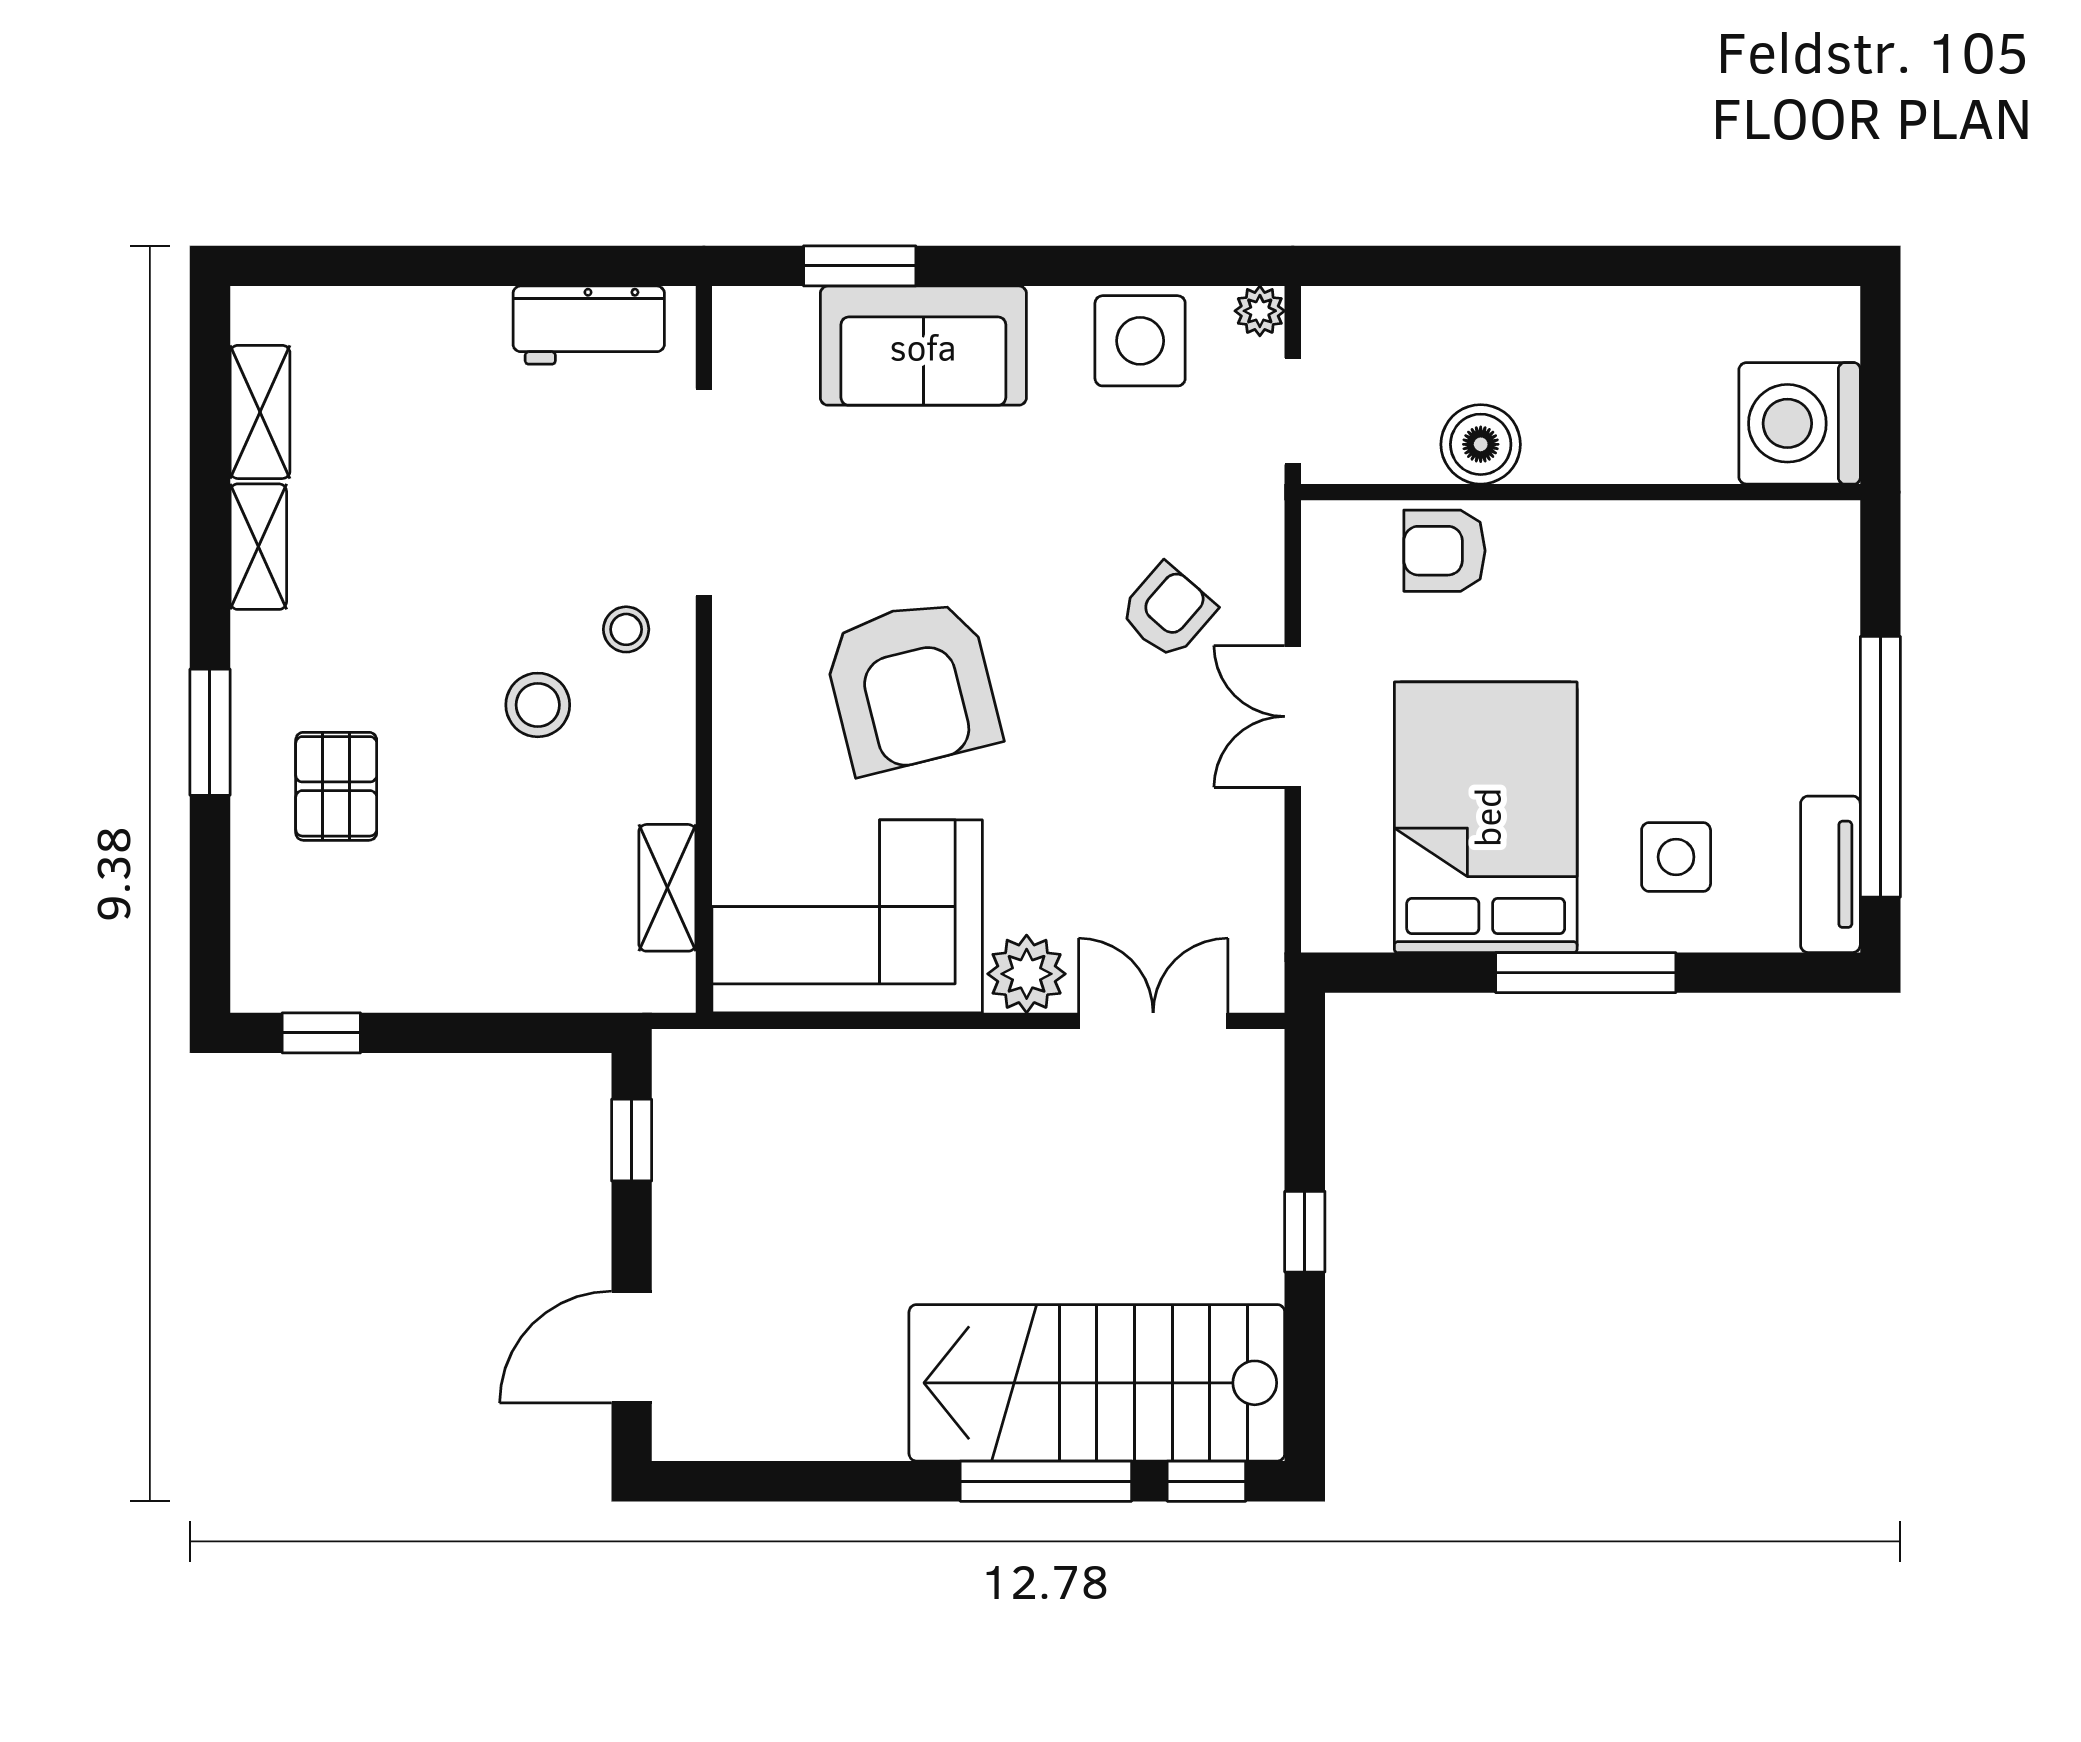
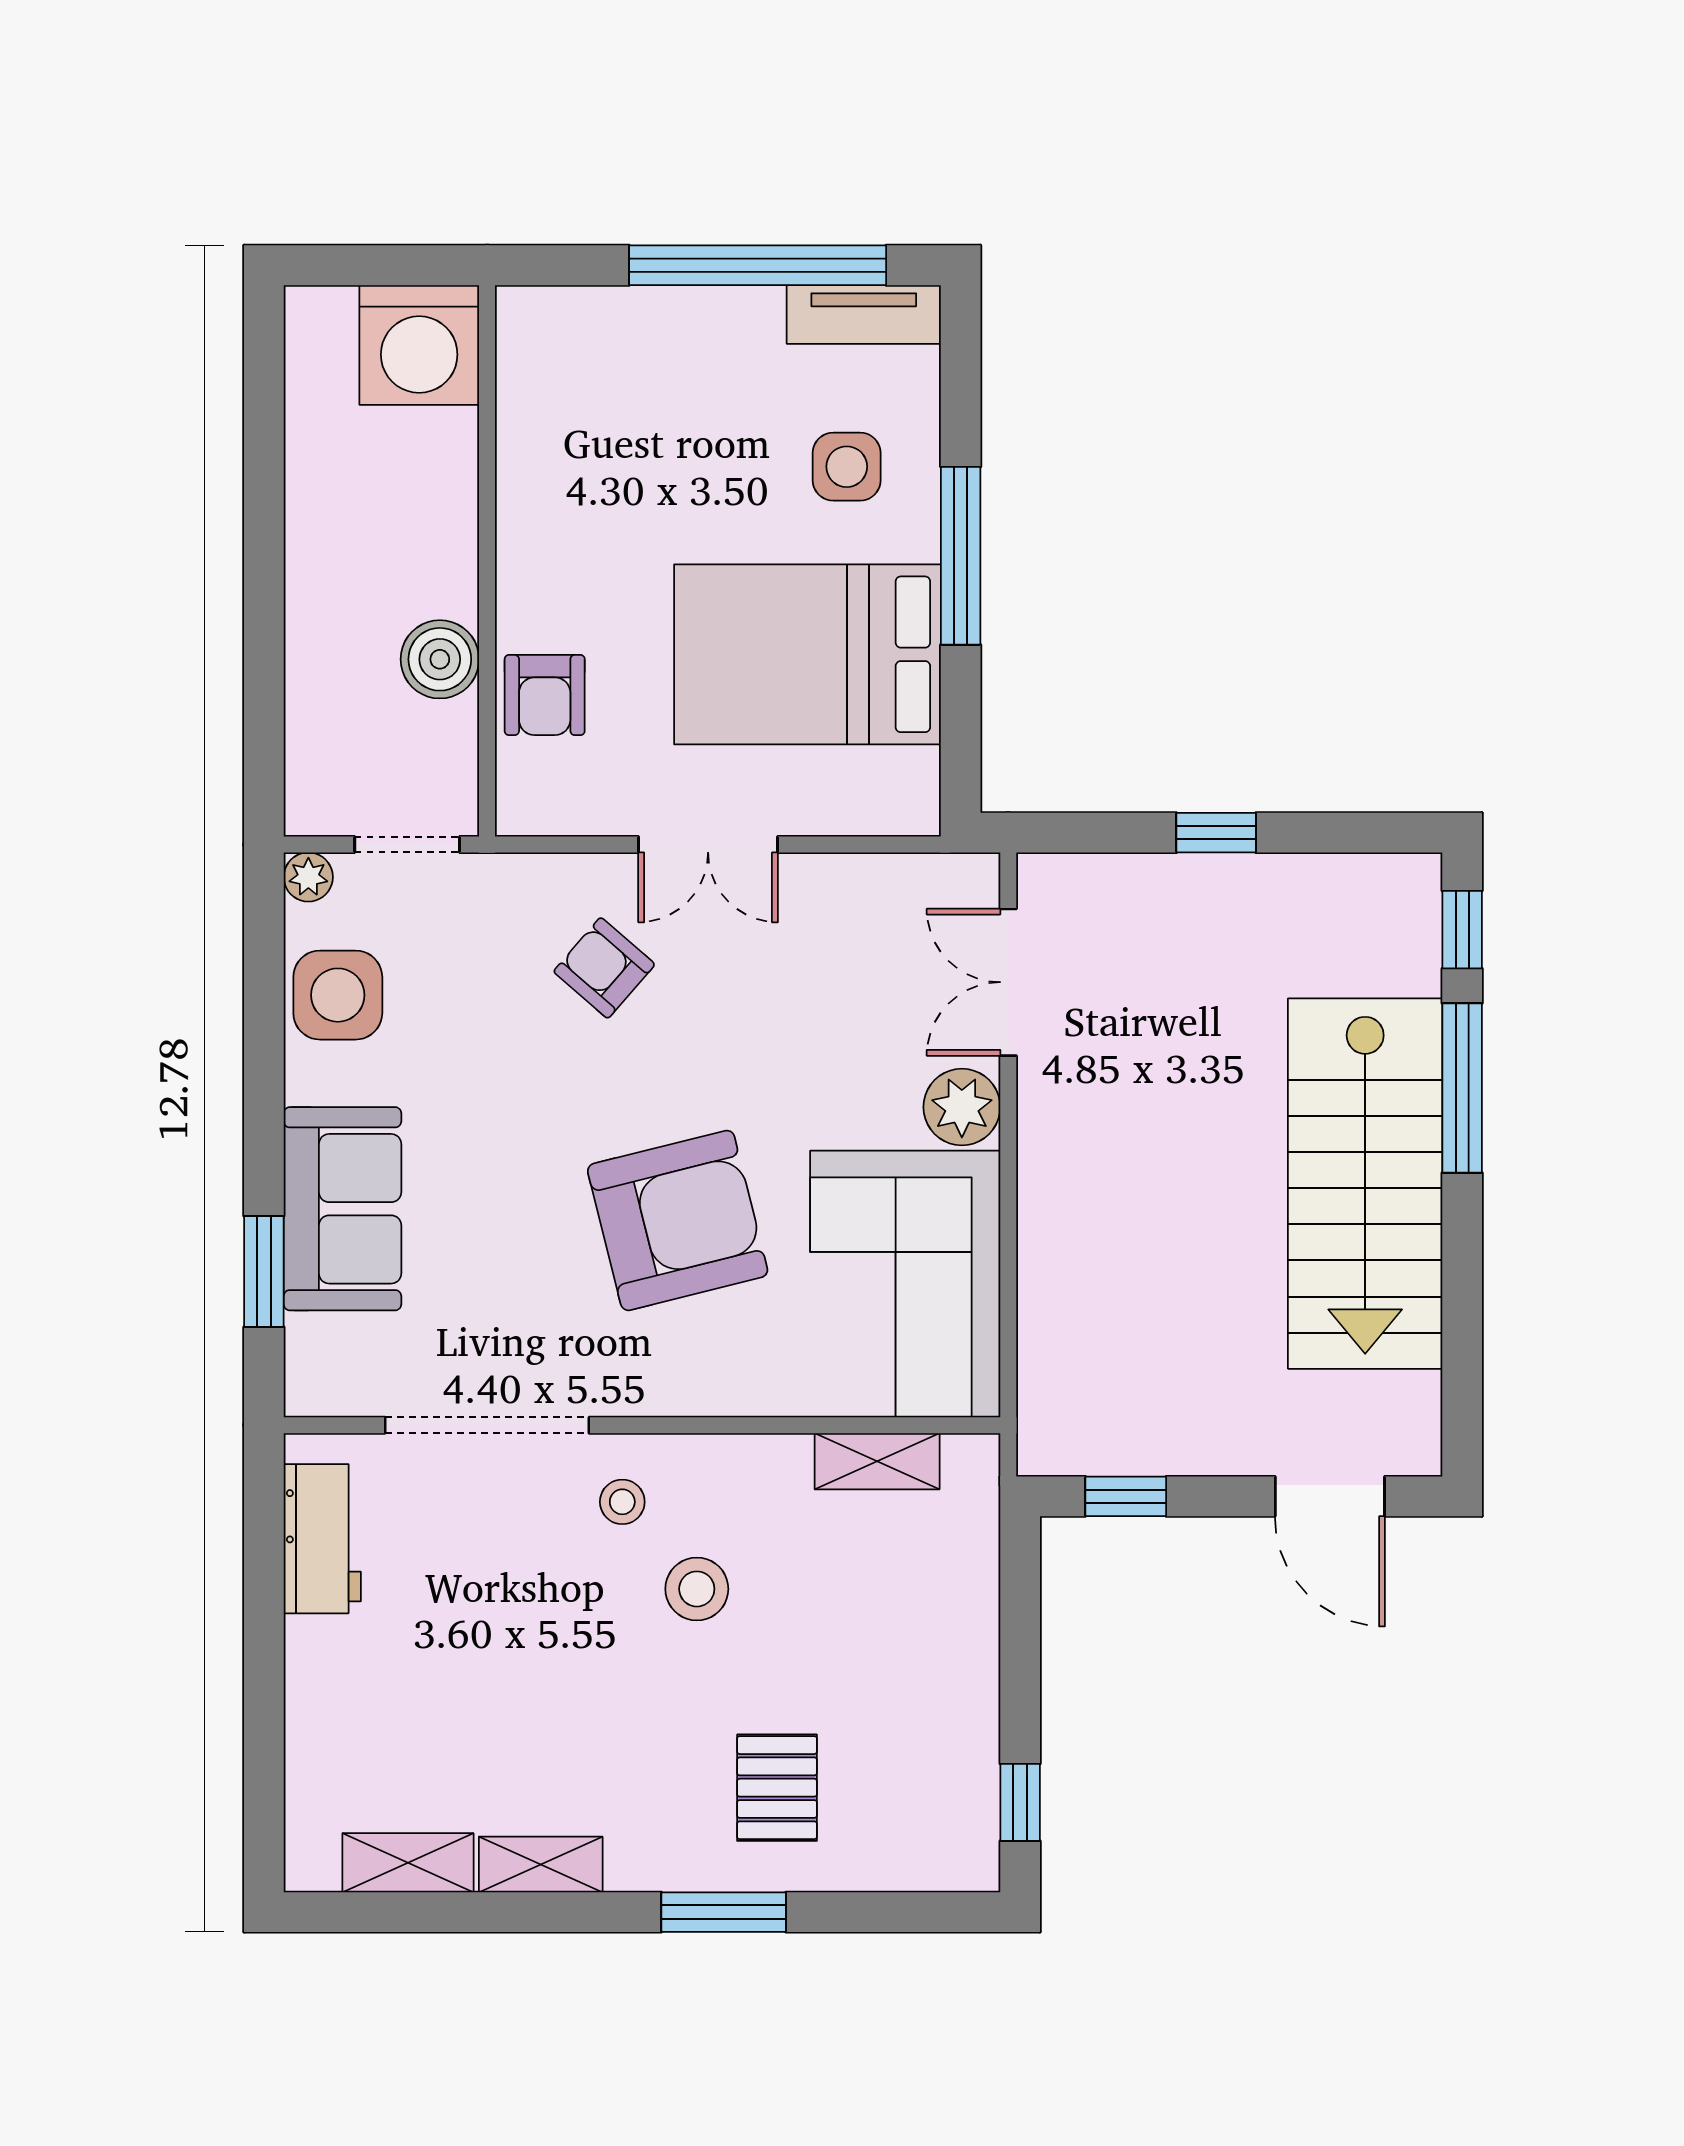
pallet: (336, 786) -> (777, 1788), turned 90
stairs: (1097, 1383) -> (1365, 1184), moved

